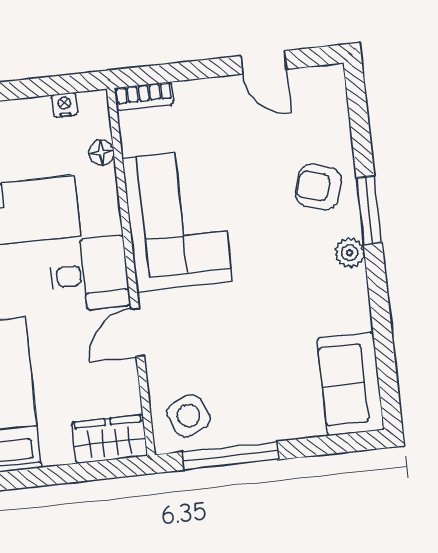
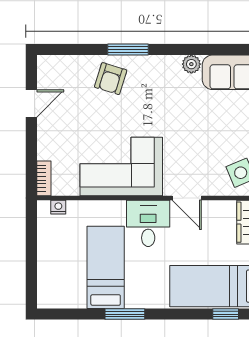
nightstand: (65, 105) -> (58, 207), moved, turned 90
floor lamp: (102, 152) -> (75, 208), removed
plant: (350, 253) -> (191, 64), moved

